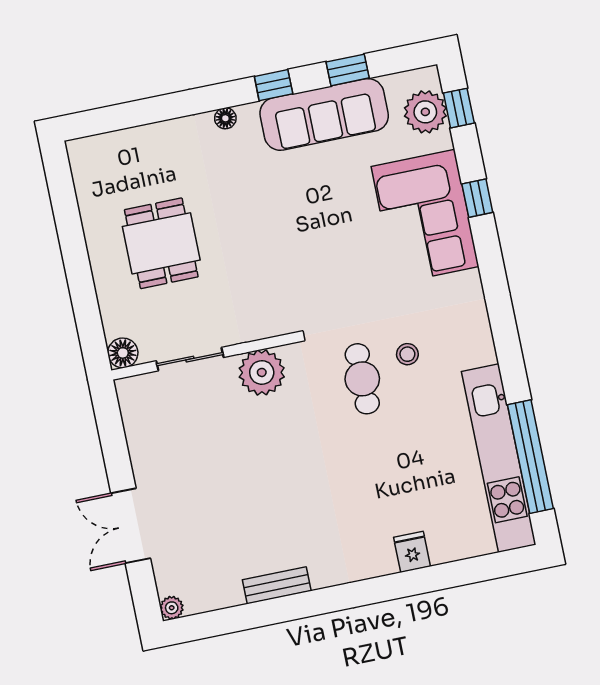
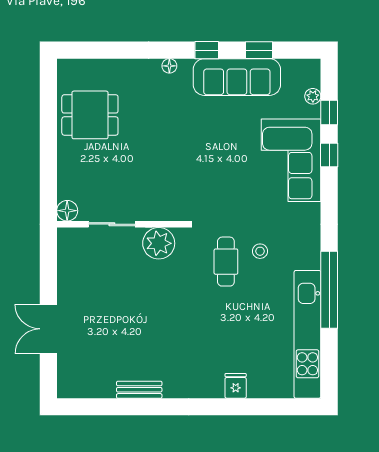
window: (459, 108) -> (329, 113), moved
plant: (425, 112) -> (313, 96), width x0.53, depth x0.53
dining table: (161, 243) -> (90, 115), moved, turned 90
window: (530, 457) -> (329, 290), moved
plant: (172, 608) -> (65, 390), removed

